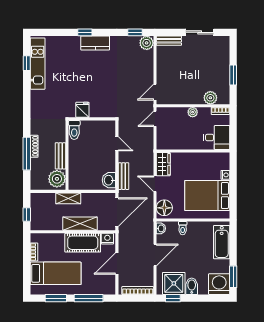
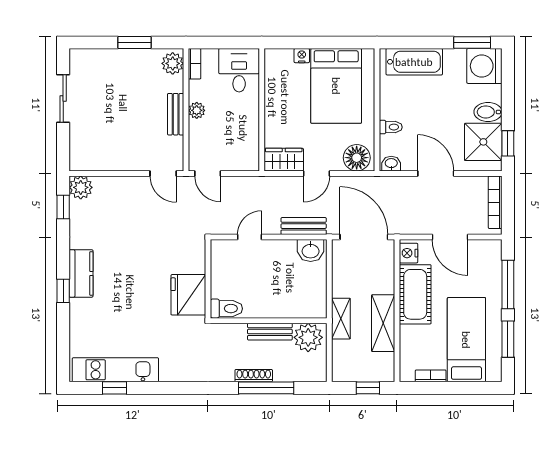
bench: (169, 41) -> (176, 114), moved
plant: (210, 98) -> (173, 63), moved
fridge: (82, 110) -> (188, 295), width x1.88, depth x1.34
shelving: (80, 224) -> (383, 323), moved

